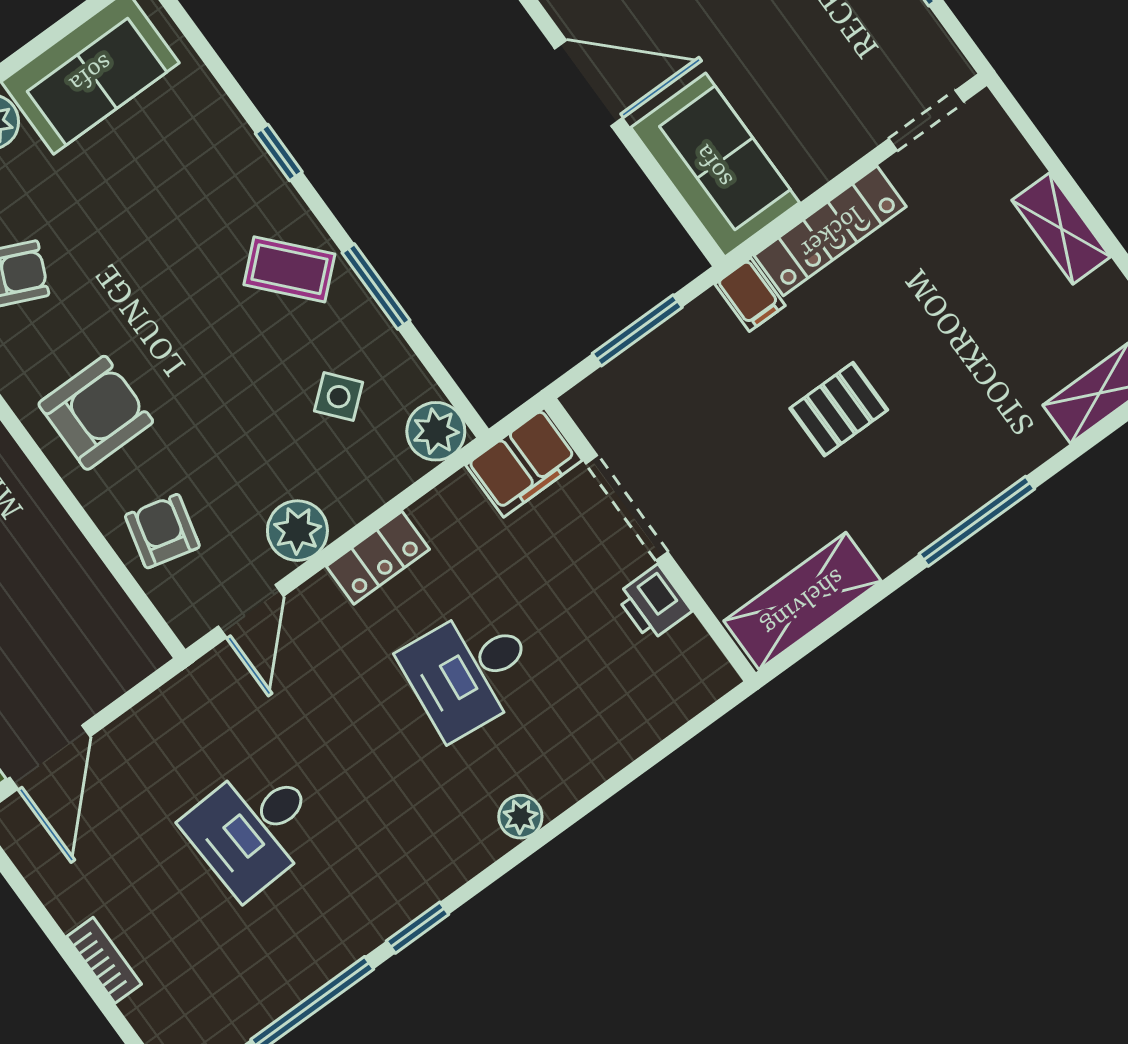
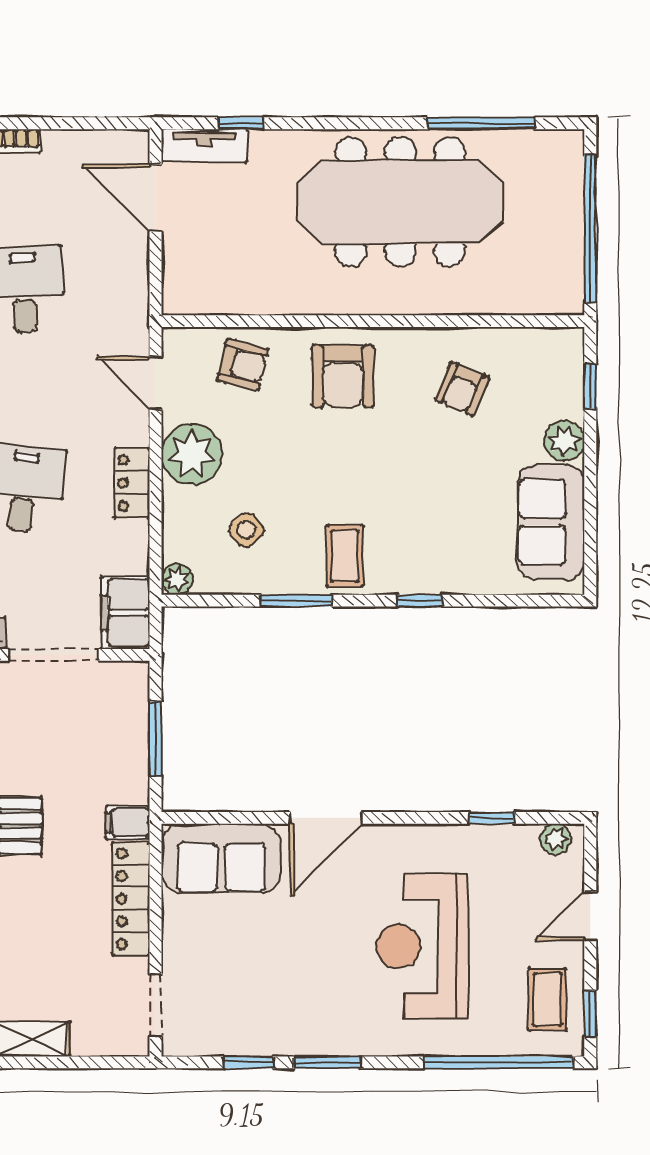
coffee table: (289, 269) -> (345, 556), turned -48
plant: (436, 431) -> (177, 579), width x0.73, depth x0.73
plant: (297, 531) -> (192, 454), width x1.36, depth x1.36

